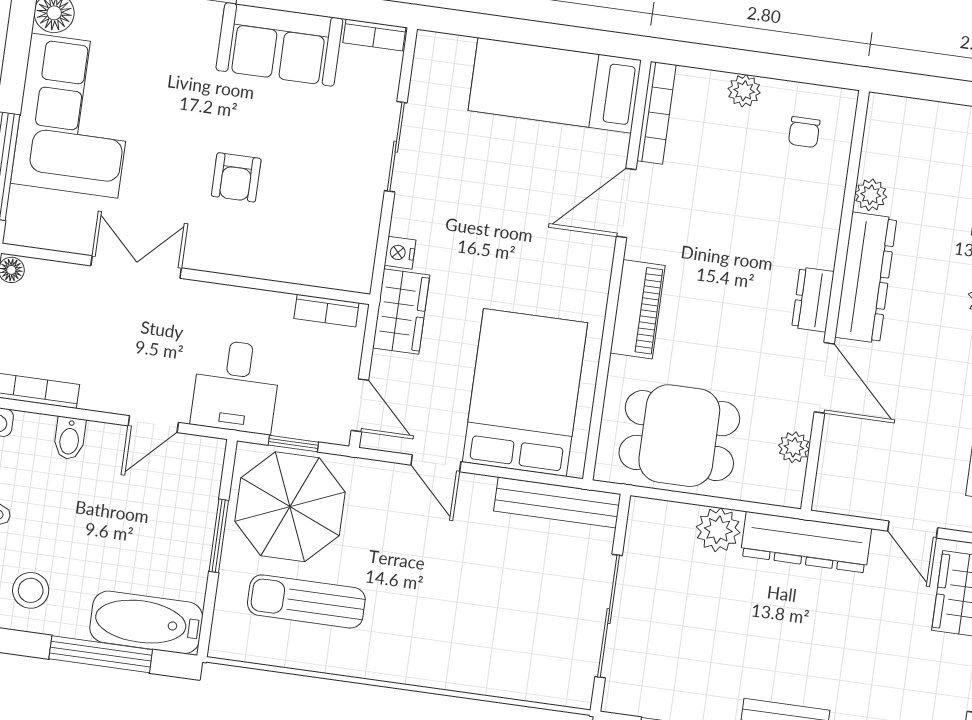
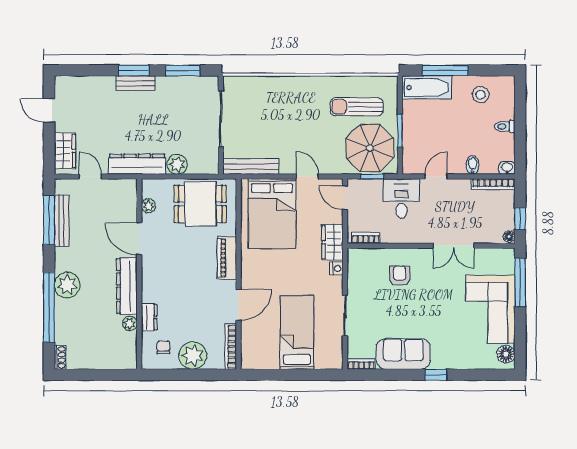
bed: (555, 85) -> (297, 332), moved, turned -90
plant: (744, 91) -> (193, 356), width x1.87, depth x1.87
armchair: (236, 177) -> (400, 276), moved
dresser: (813, 300) -> (149, 317), moved
sun lounger: (306, 601) -> (357, 107), turned 180

